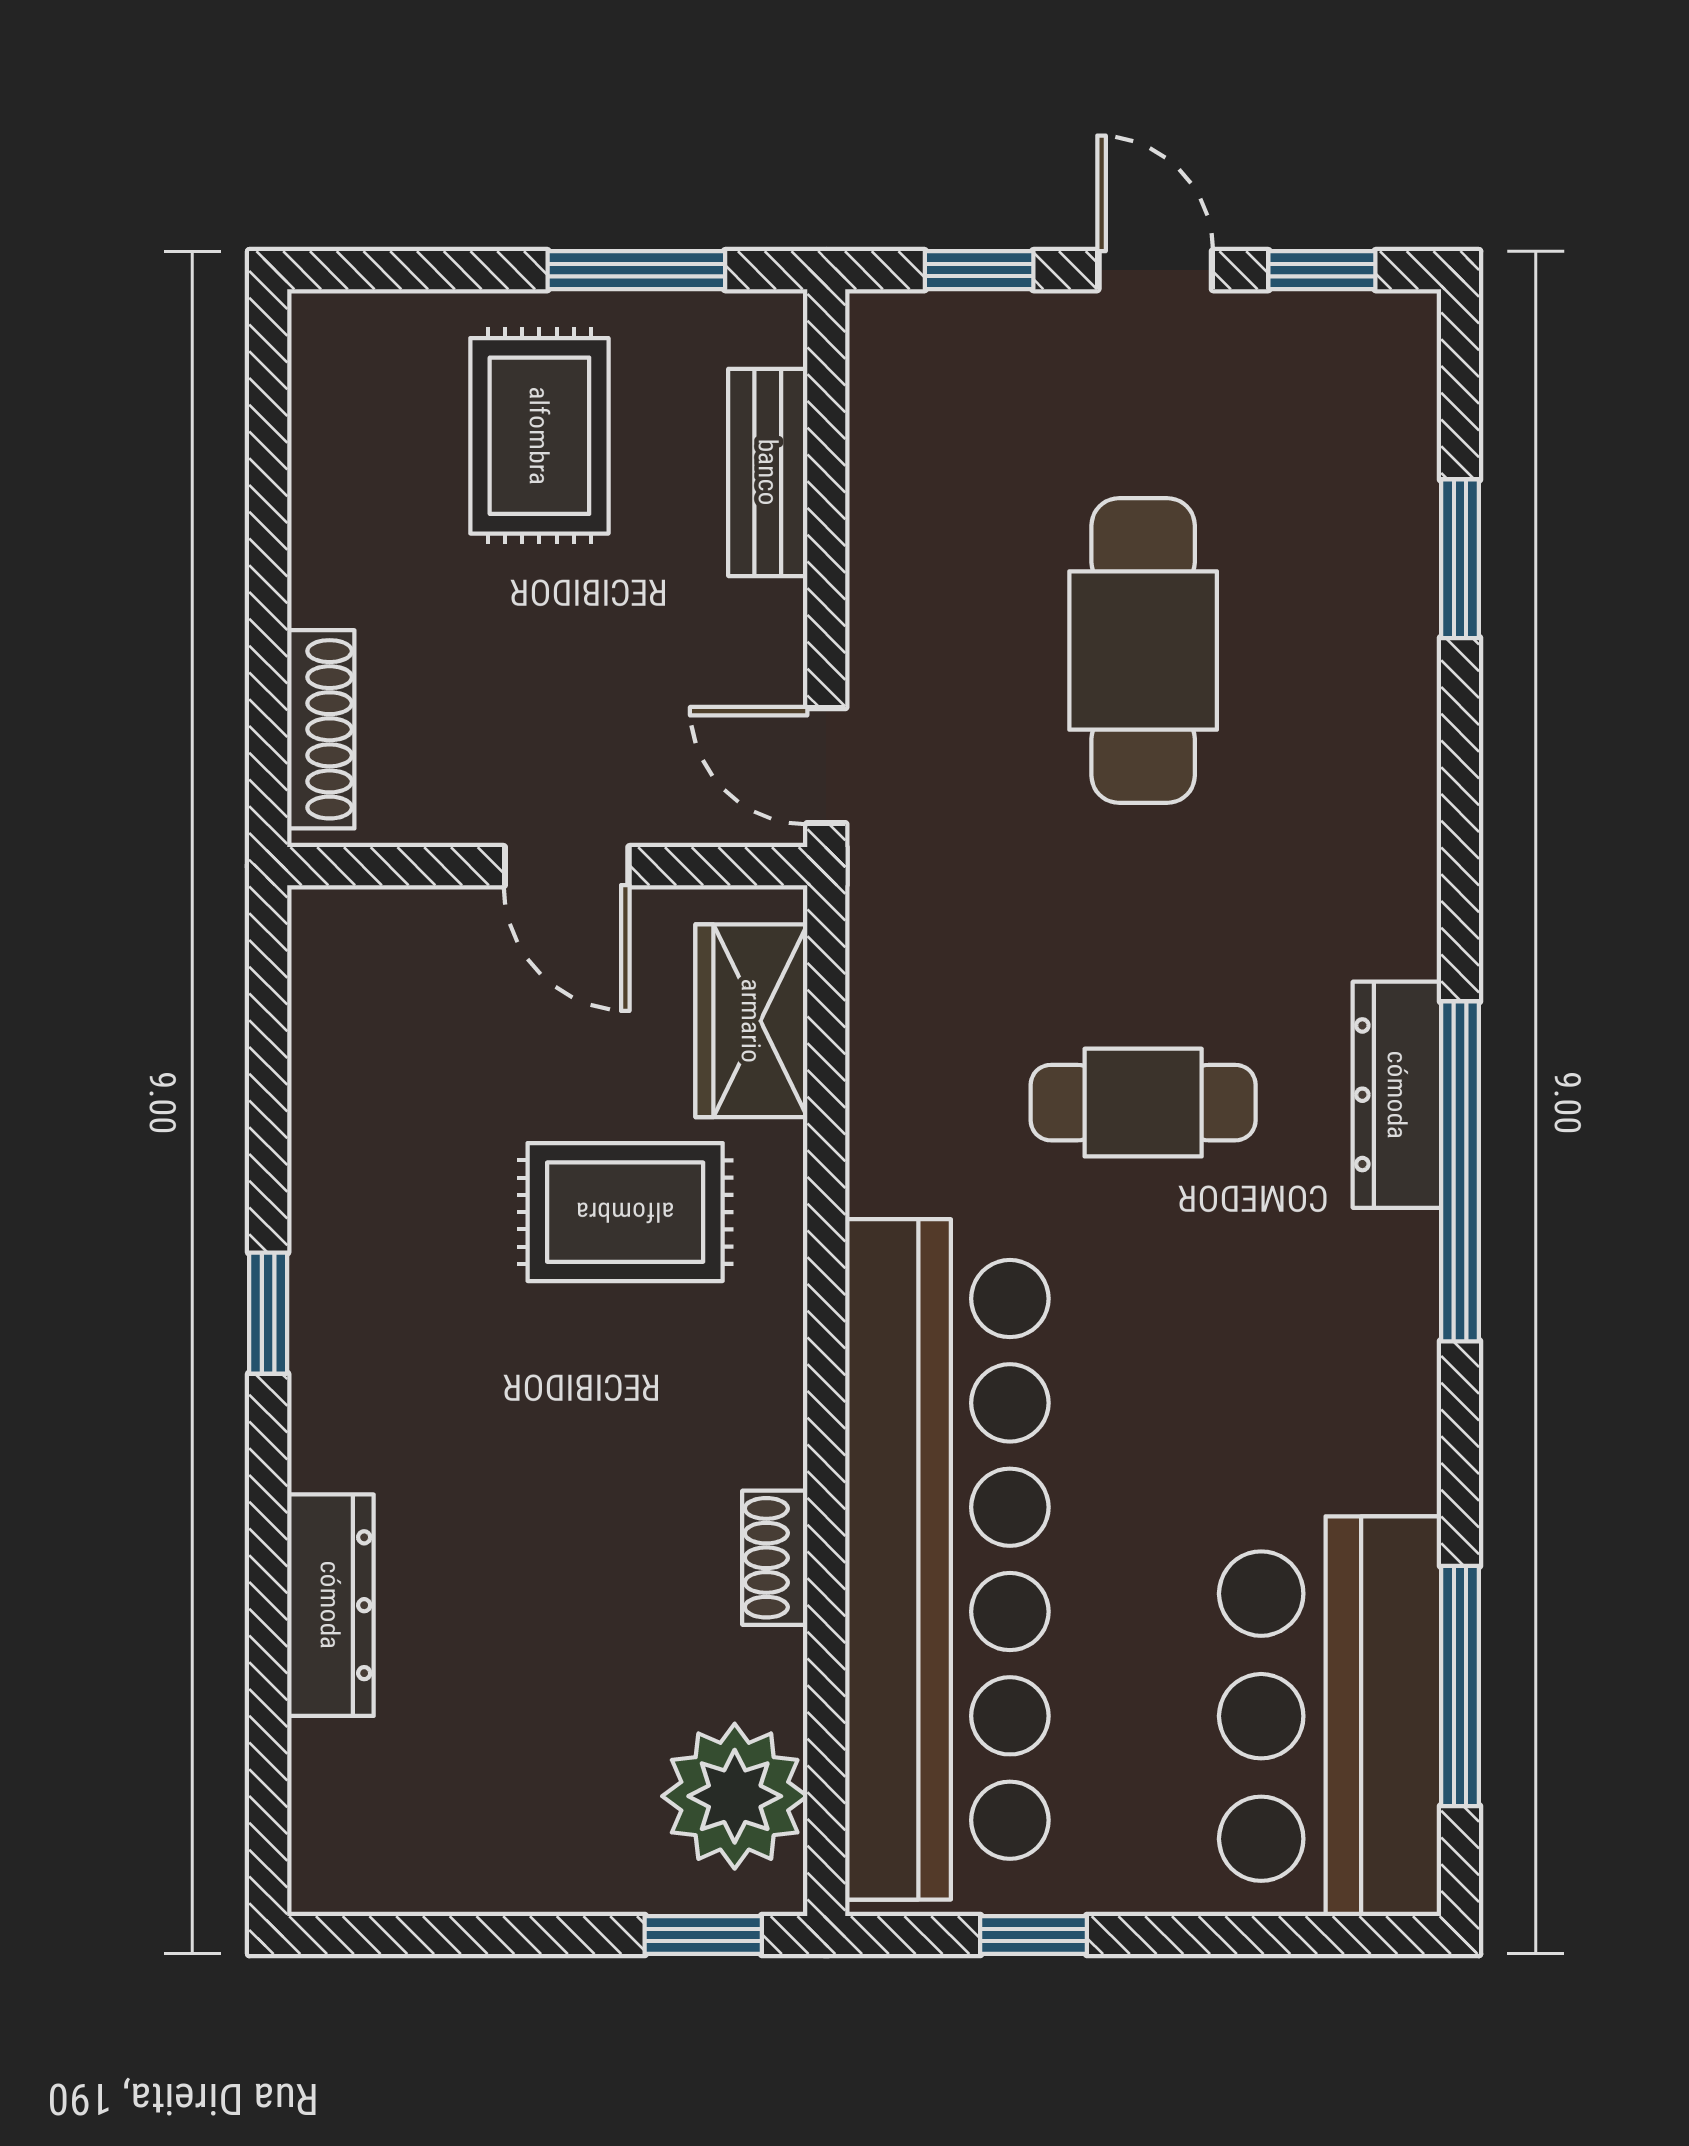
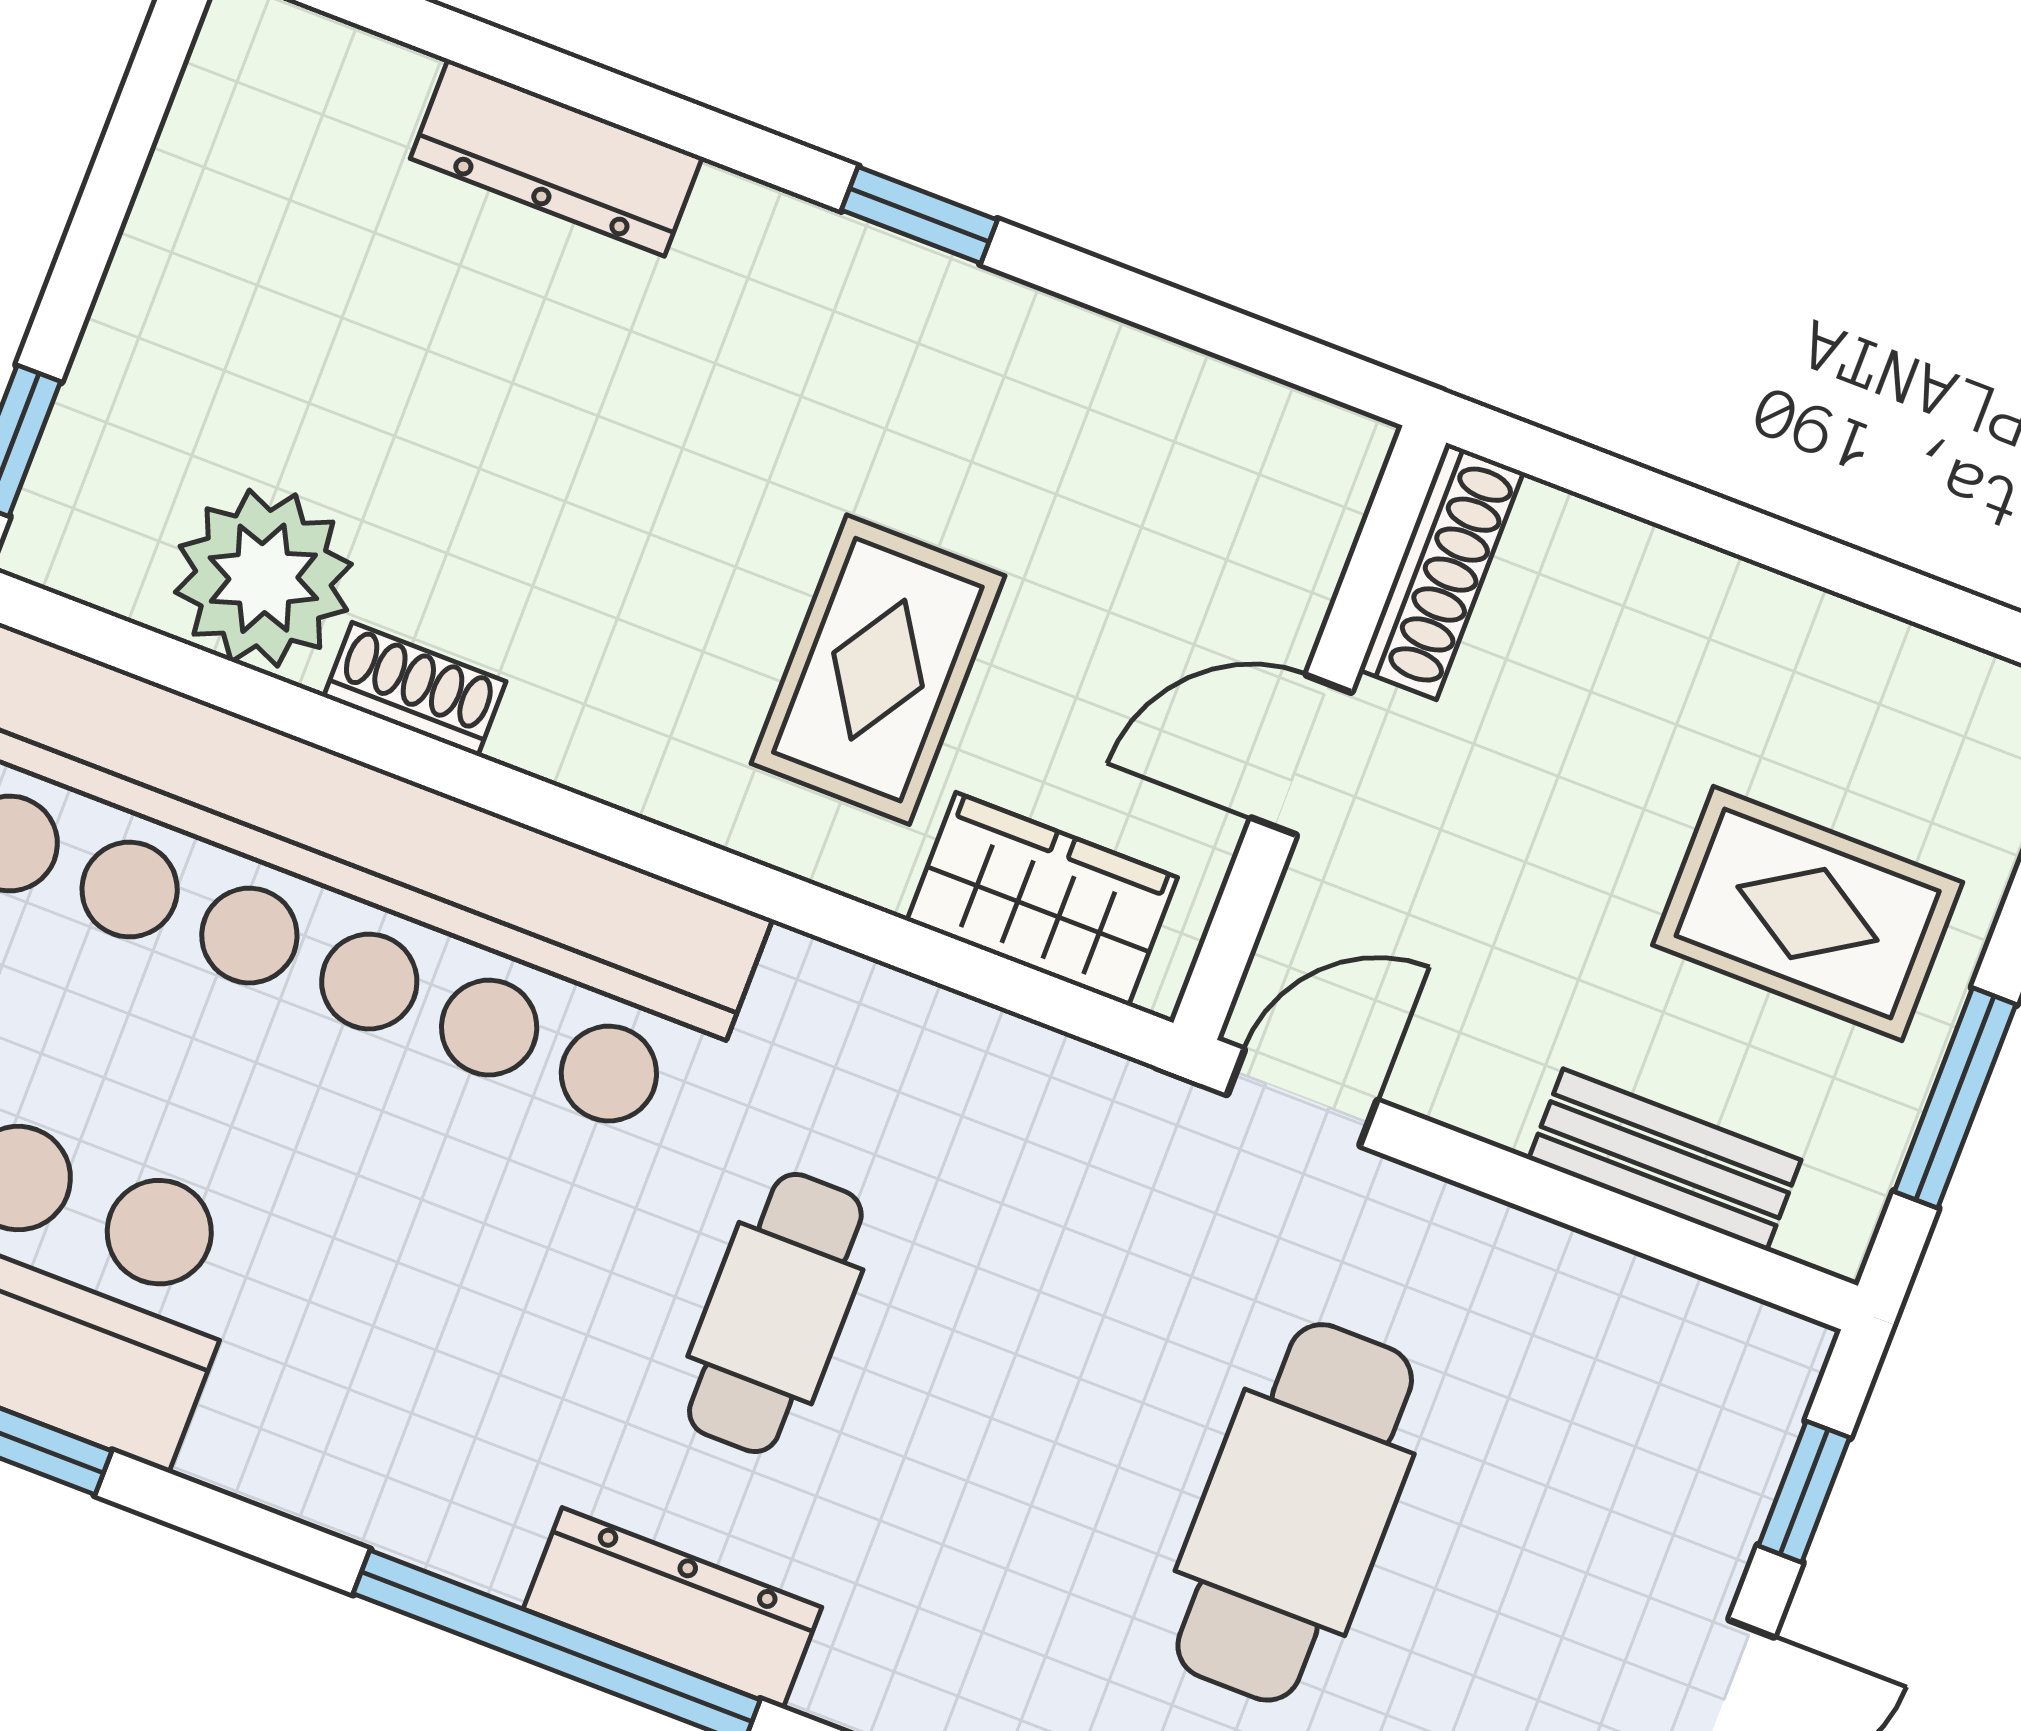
cafe table: (1143, 651) -> (1295, 1512), turned 90
shoe rack: (321, 729) -> (1441, 571), moved, turned -90
plant: (735, 1796) -> (263, 578), moved

